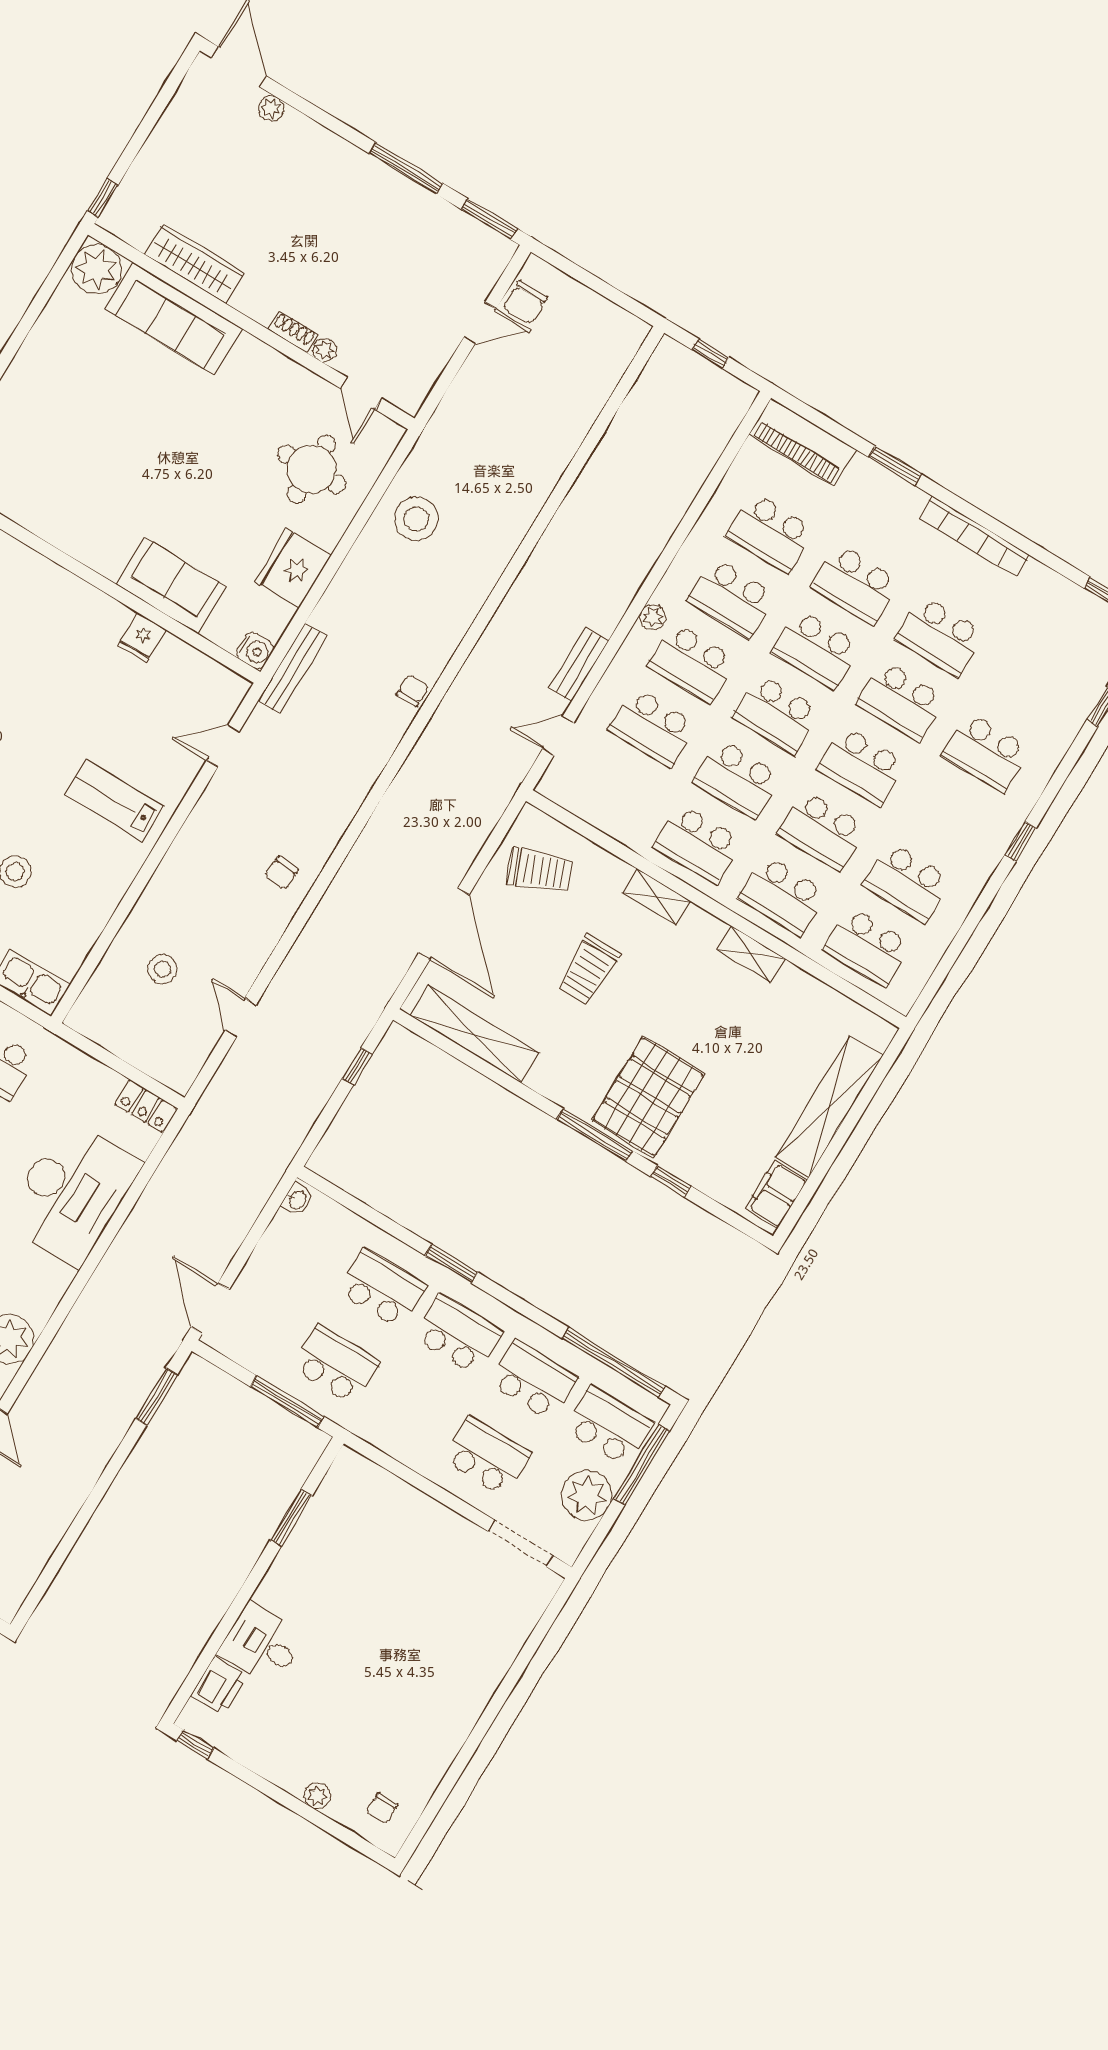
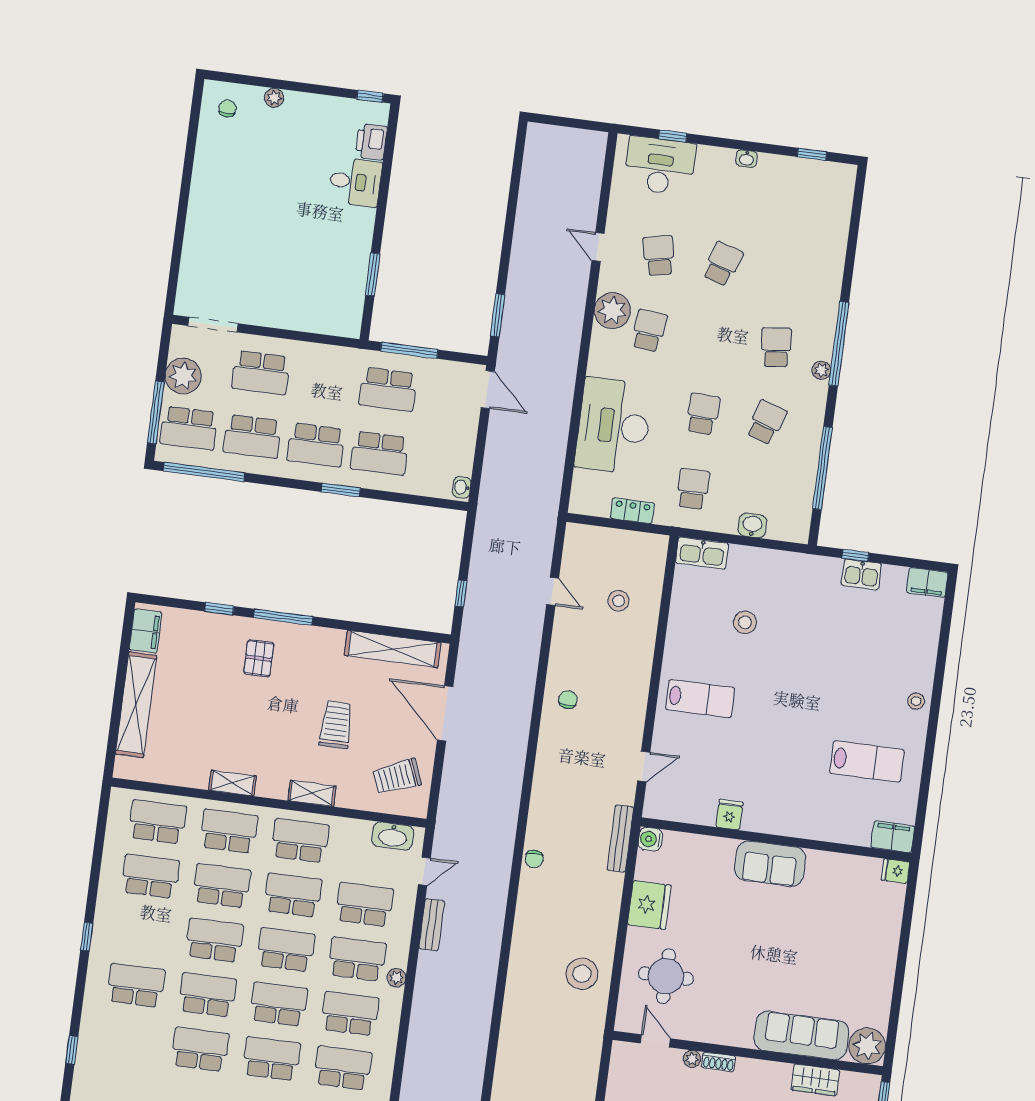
wardrobe: (194, 263) -> (815, 1080), width x0.67
sofa: (171, 586) -> (770, 864), moved
washbasin: (578, 798) -> (393, 836), added
pallet: (648, 1097) -> (259, 658), width x0.49, depth x0.50
locker: (146, 1106) -> (632, 511), moved

